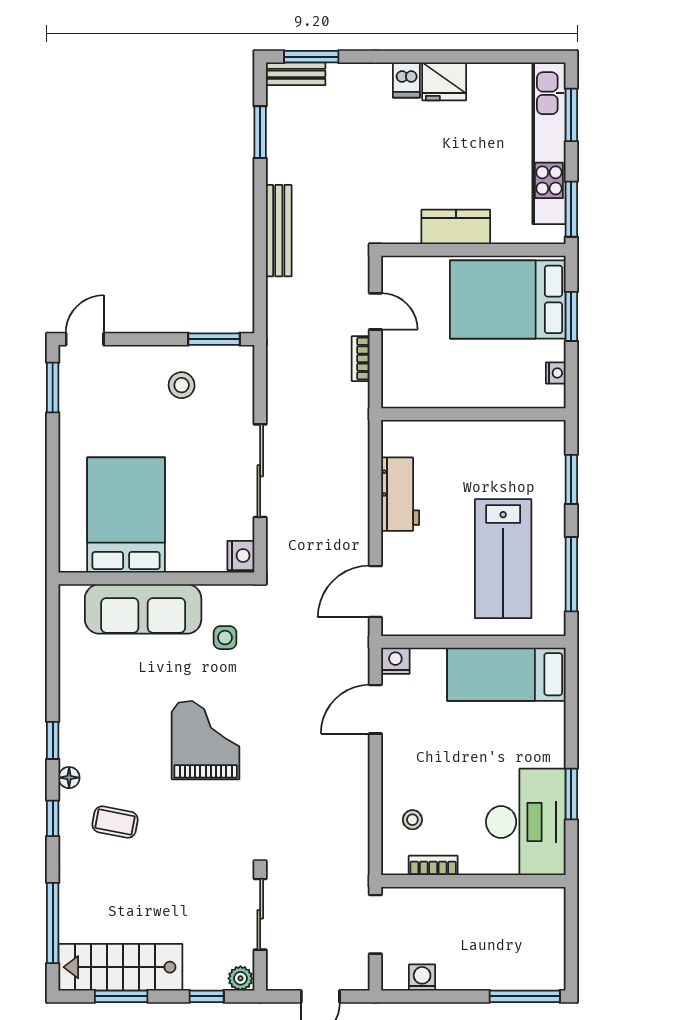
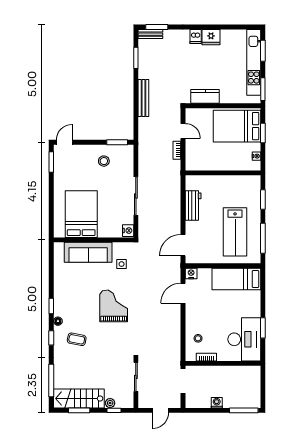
kitchen counter: (456, 227) -> (205, 96), moved
washing machine: (422, 977) -> (217, 403), moved
plant: (240, 978) -> (110, 403), moved

